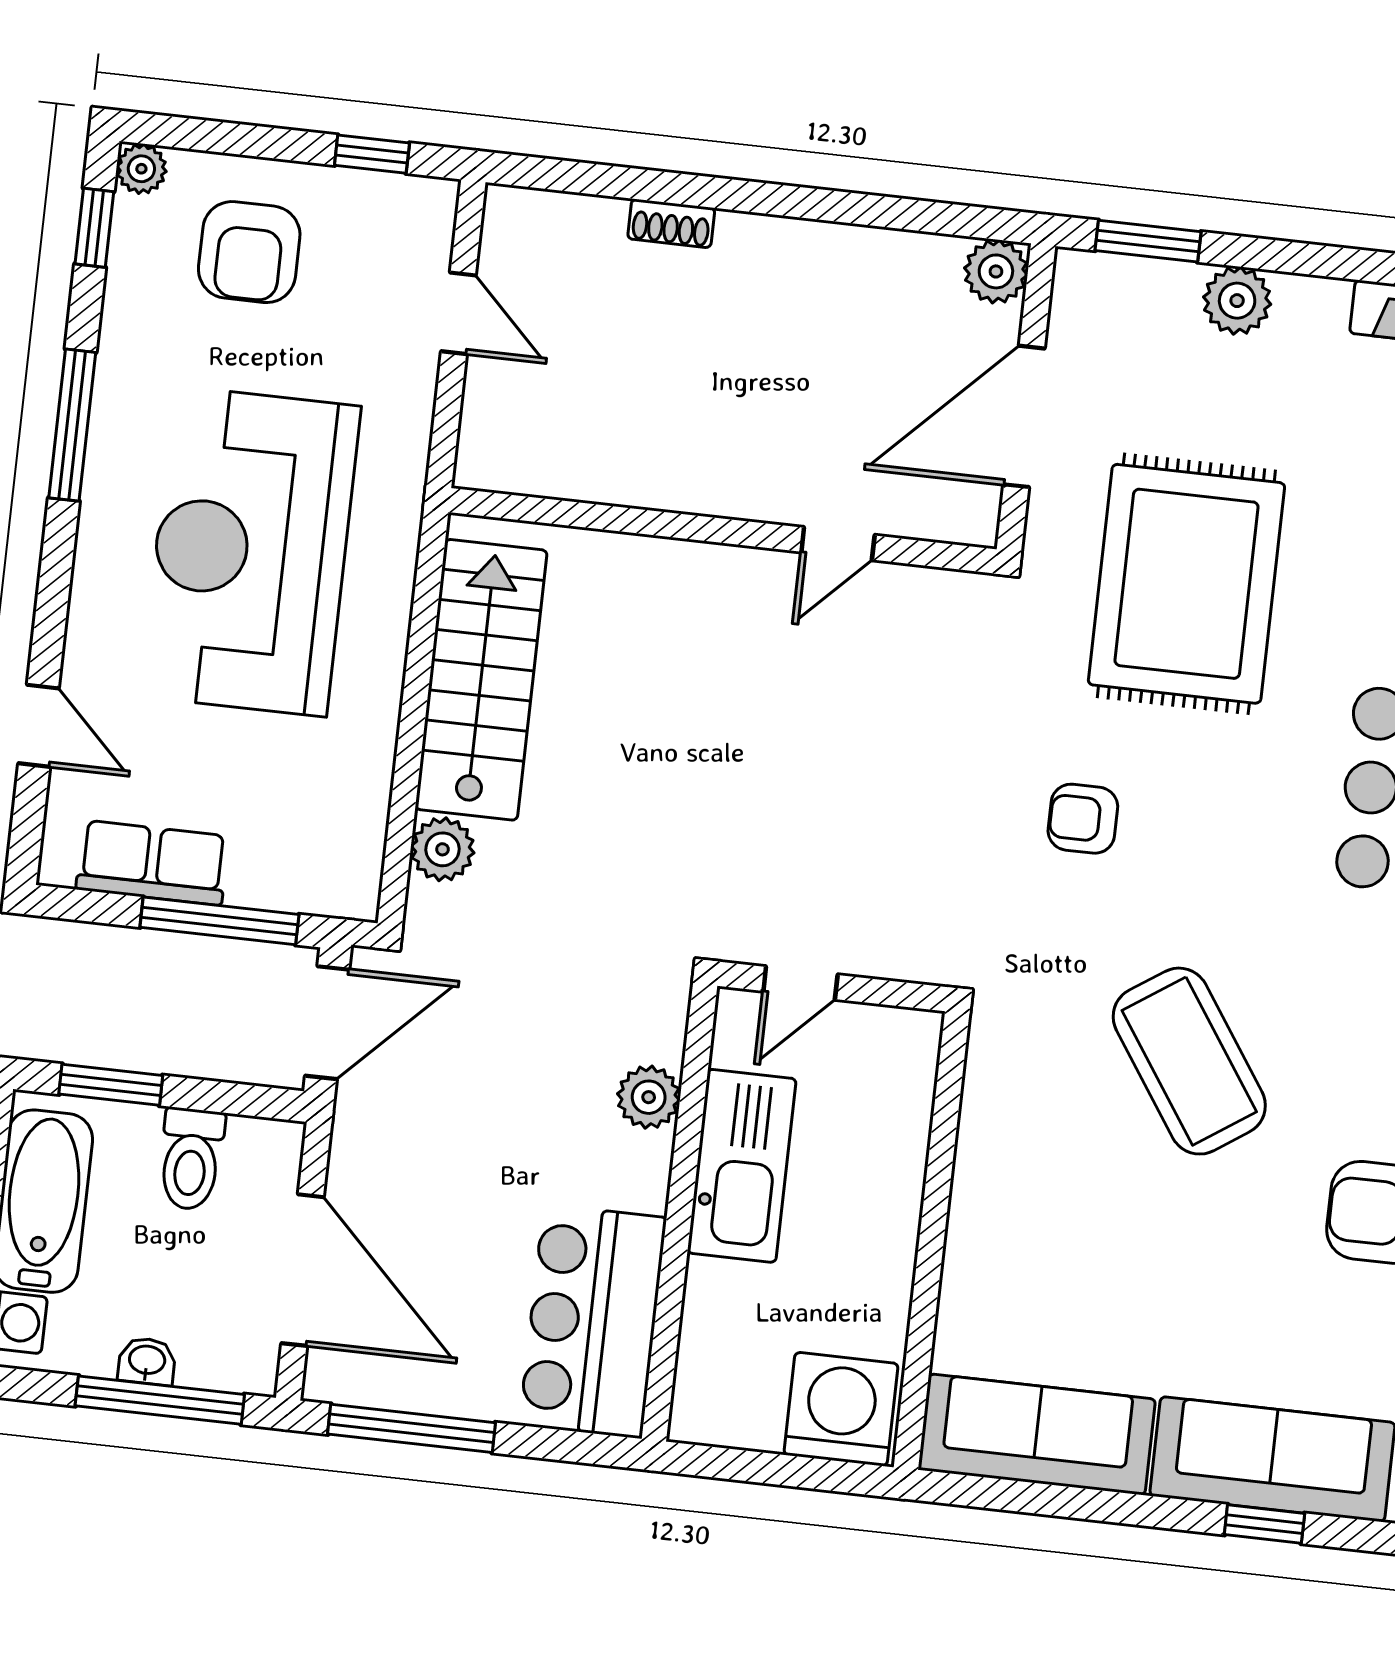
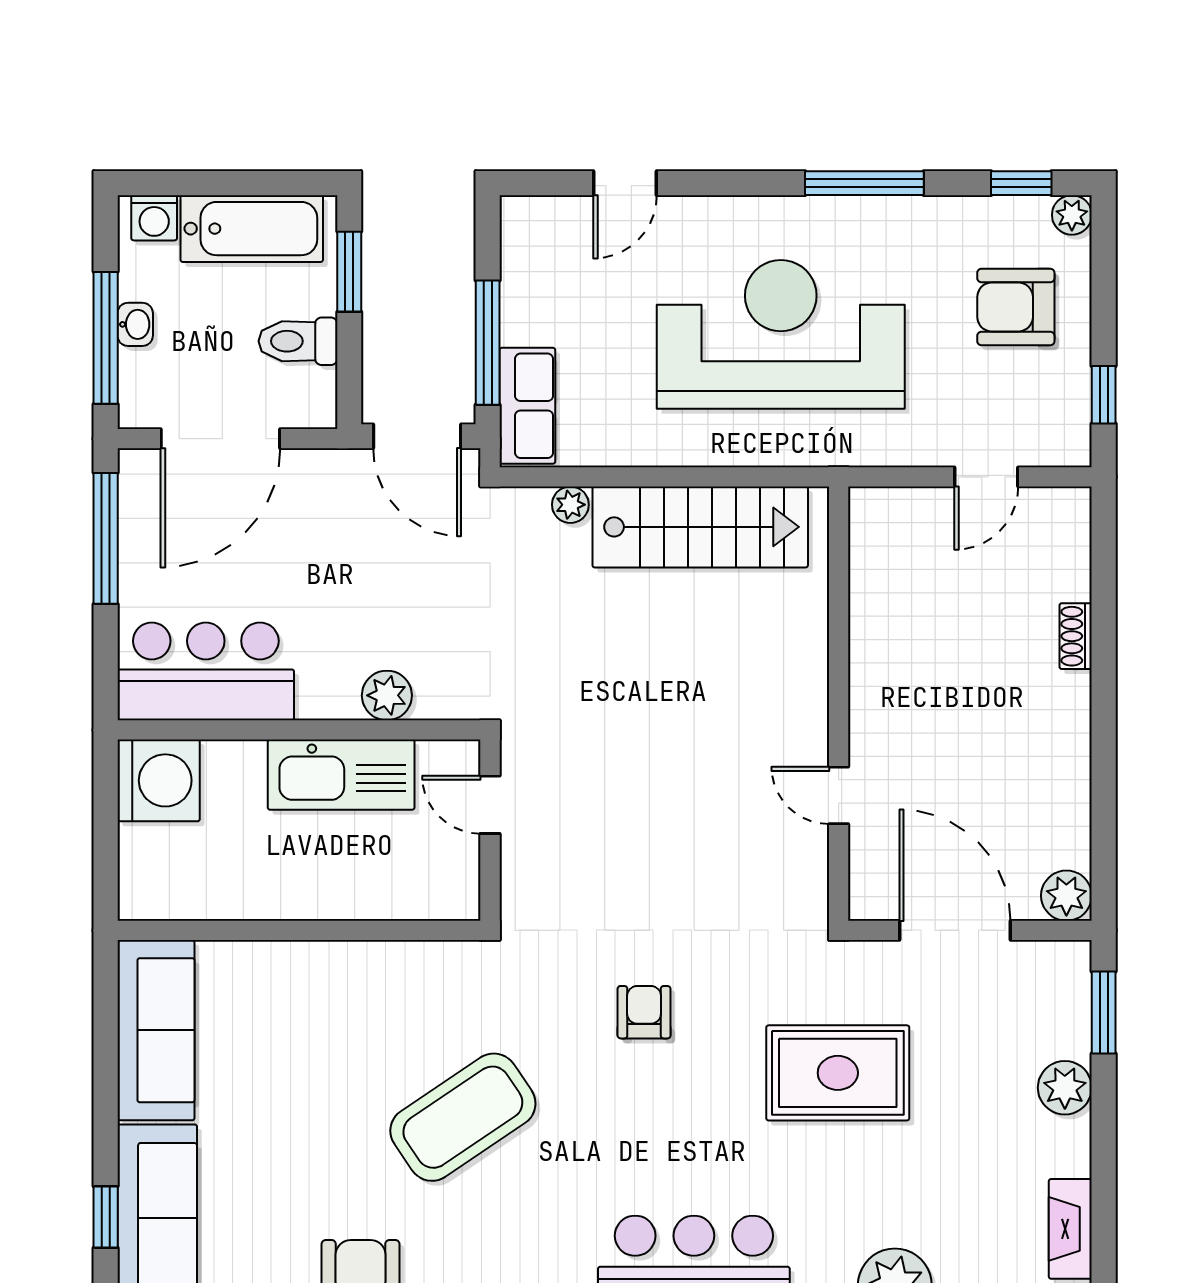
rug: (1186, 584) -> (838, 1073), width x0.73, depth x0.69
plant: (443, 849) -> (570, 505), width x0.73, depth x0.73
row of seats: (152, 863) -> (527, 406), moved
washing machine: (841, 1409) -> (159, 780), moved

